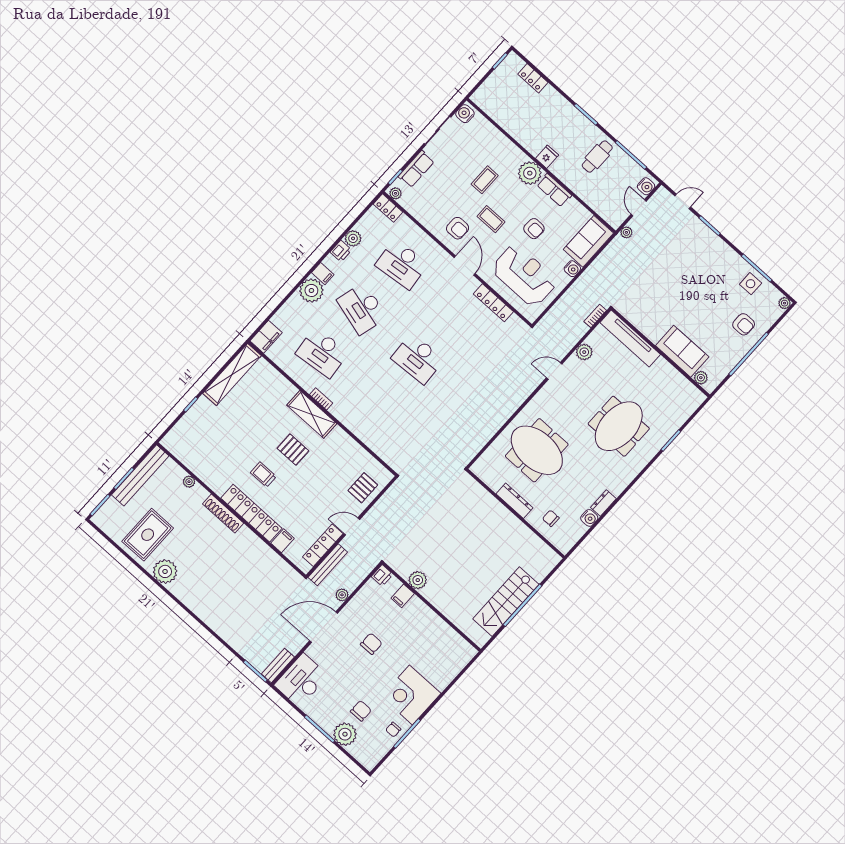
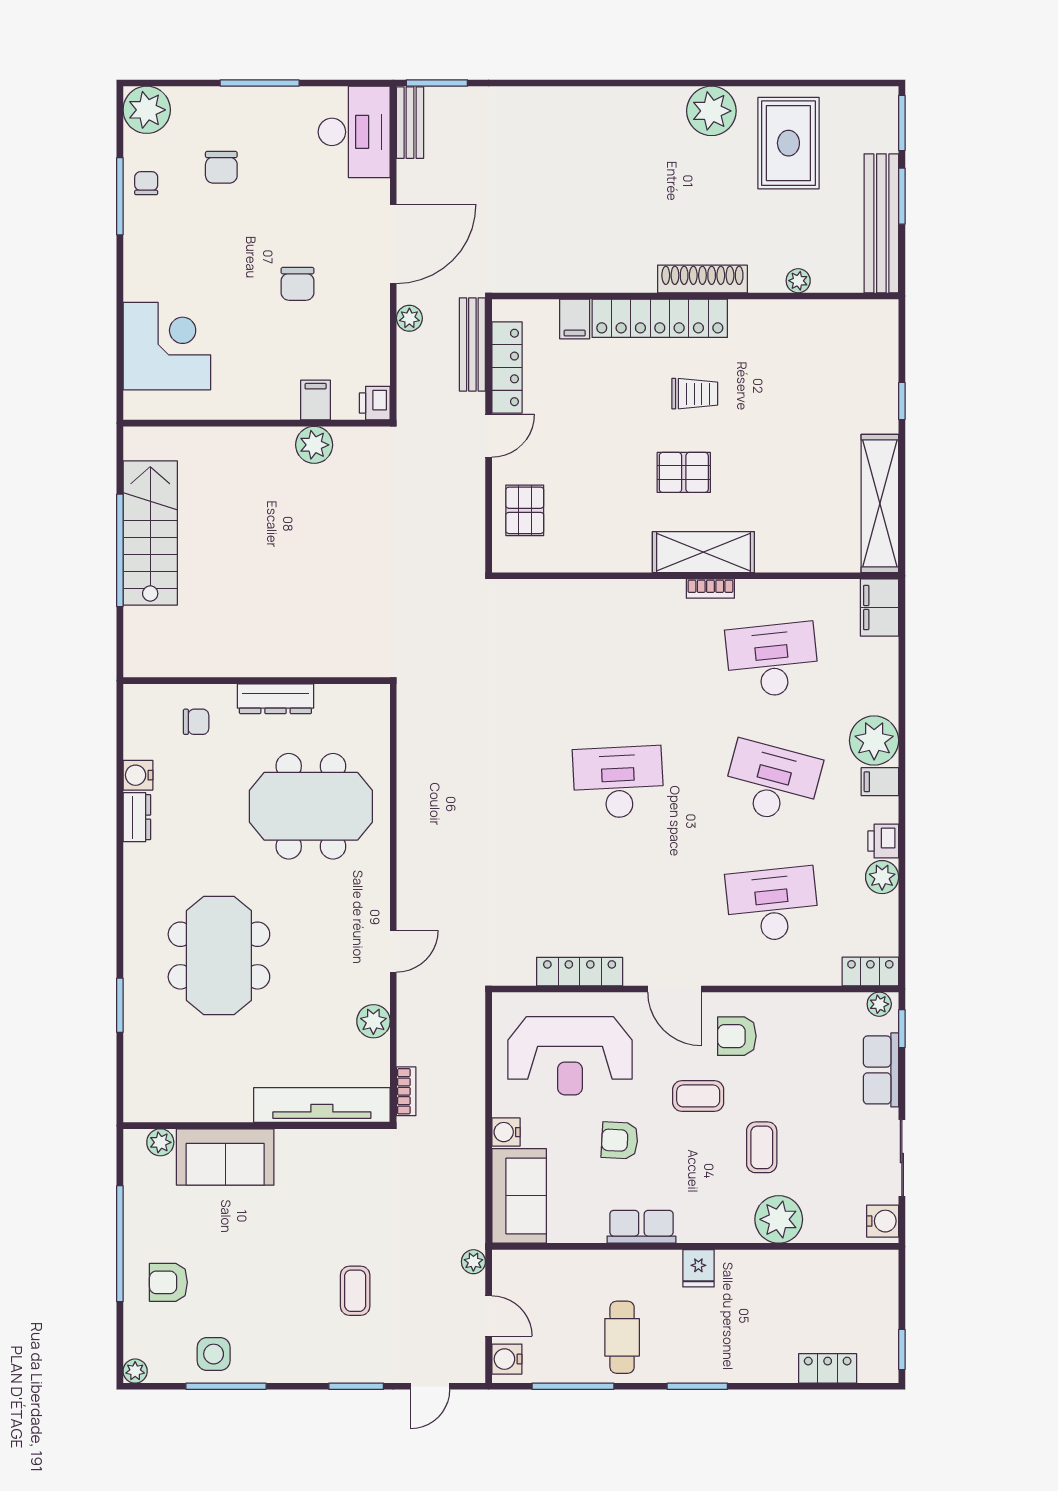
plant: (530, 173) -> (779, 1219), moved
coffee table: (679, 260) -> (355, 1291), added
corner desk: (411, 695) -> (167, 346), moved
plant: (345, 734) -> (147, 110), moved

